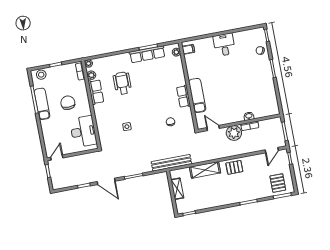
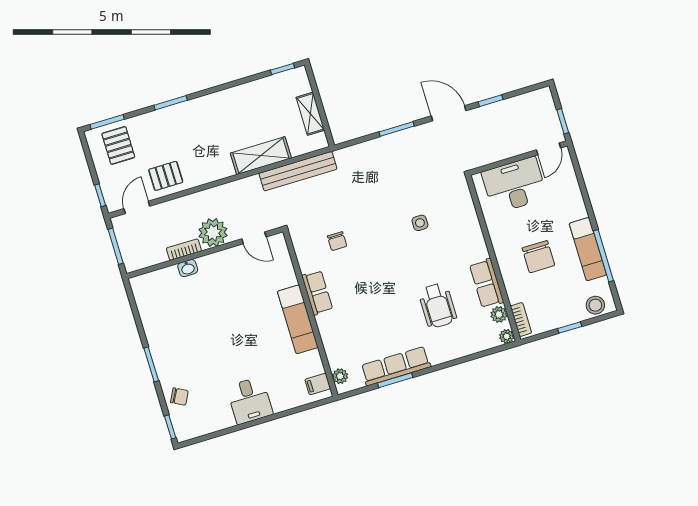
exam couch: (197, 96) -> (298, 319), moved
desk: (83, 132) -> (514, 185), moved, turned 90
bench: (171, 163) -> (298, 171), moved
pallet: (234, 167) -> (166, 176), moved

